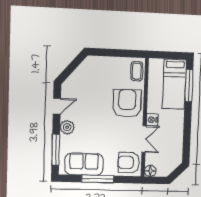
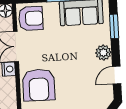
window: (56, 150) -> (114, 26), width x0.69

